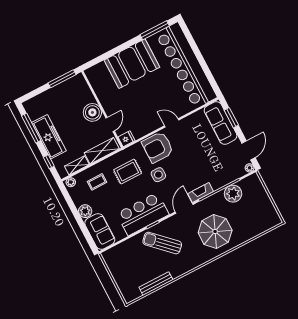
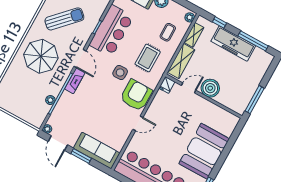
window: (231, 118) -> (81, 156), moved
door: (110, 124) -> (189, 88), swing flipped
plant: (233, 194) -> (50, 100), width x0.53, depth x0.53
sun lounger: (162, 243) -> (64, 19), moved

